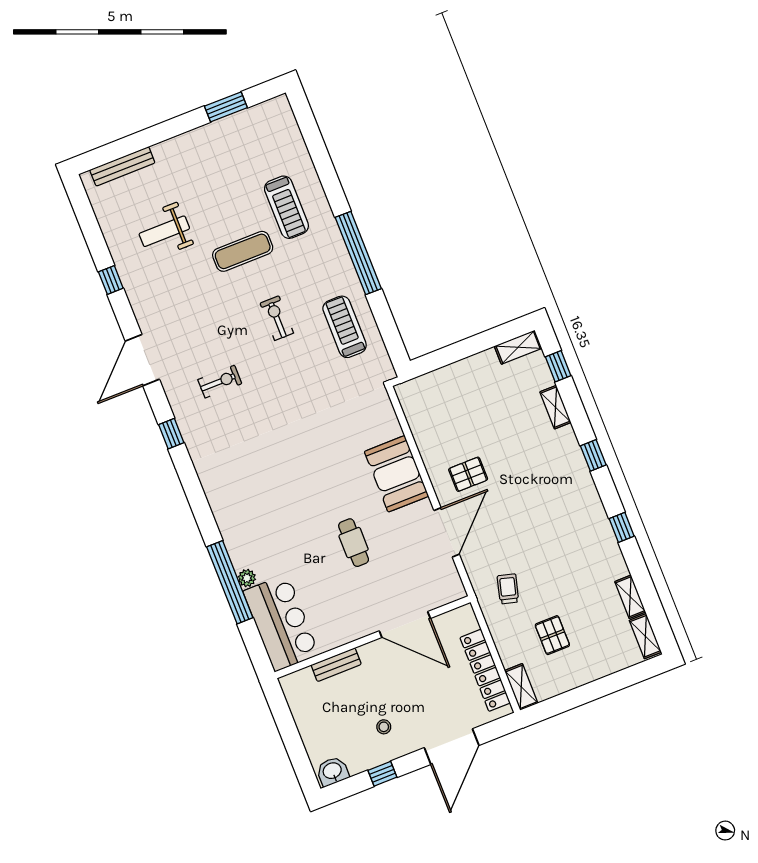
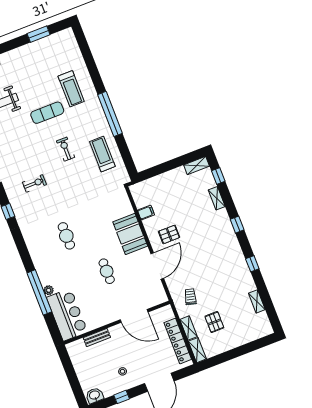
filing cabinet: (425, 434) -> (146, 213), added
cafe table: (279, 478) -> (66, 236), added
shelving: (645, 636) -> (189, 328), moved

